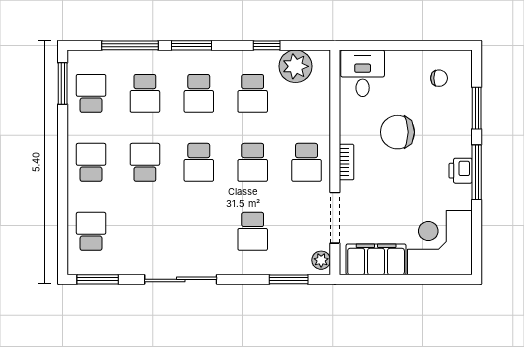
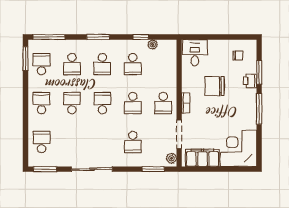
window: (130, 45) -> (49, 37), moved
plant: (295, 66) -> (153, 44), width x0.53, depth x0.53
school desk: (199, 162) -> (102, 103), turned 180
printer: (461, 171) -> (250, 81), moved

